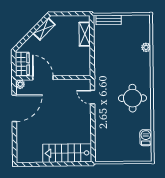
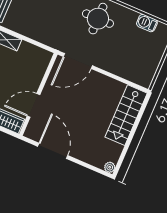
plant: (20, 84) -> (110, 167), moved
door: (93, 97) -> (78, 61), width x1.87

